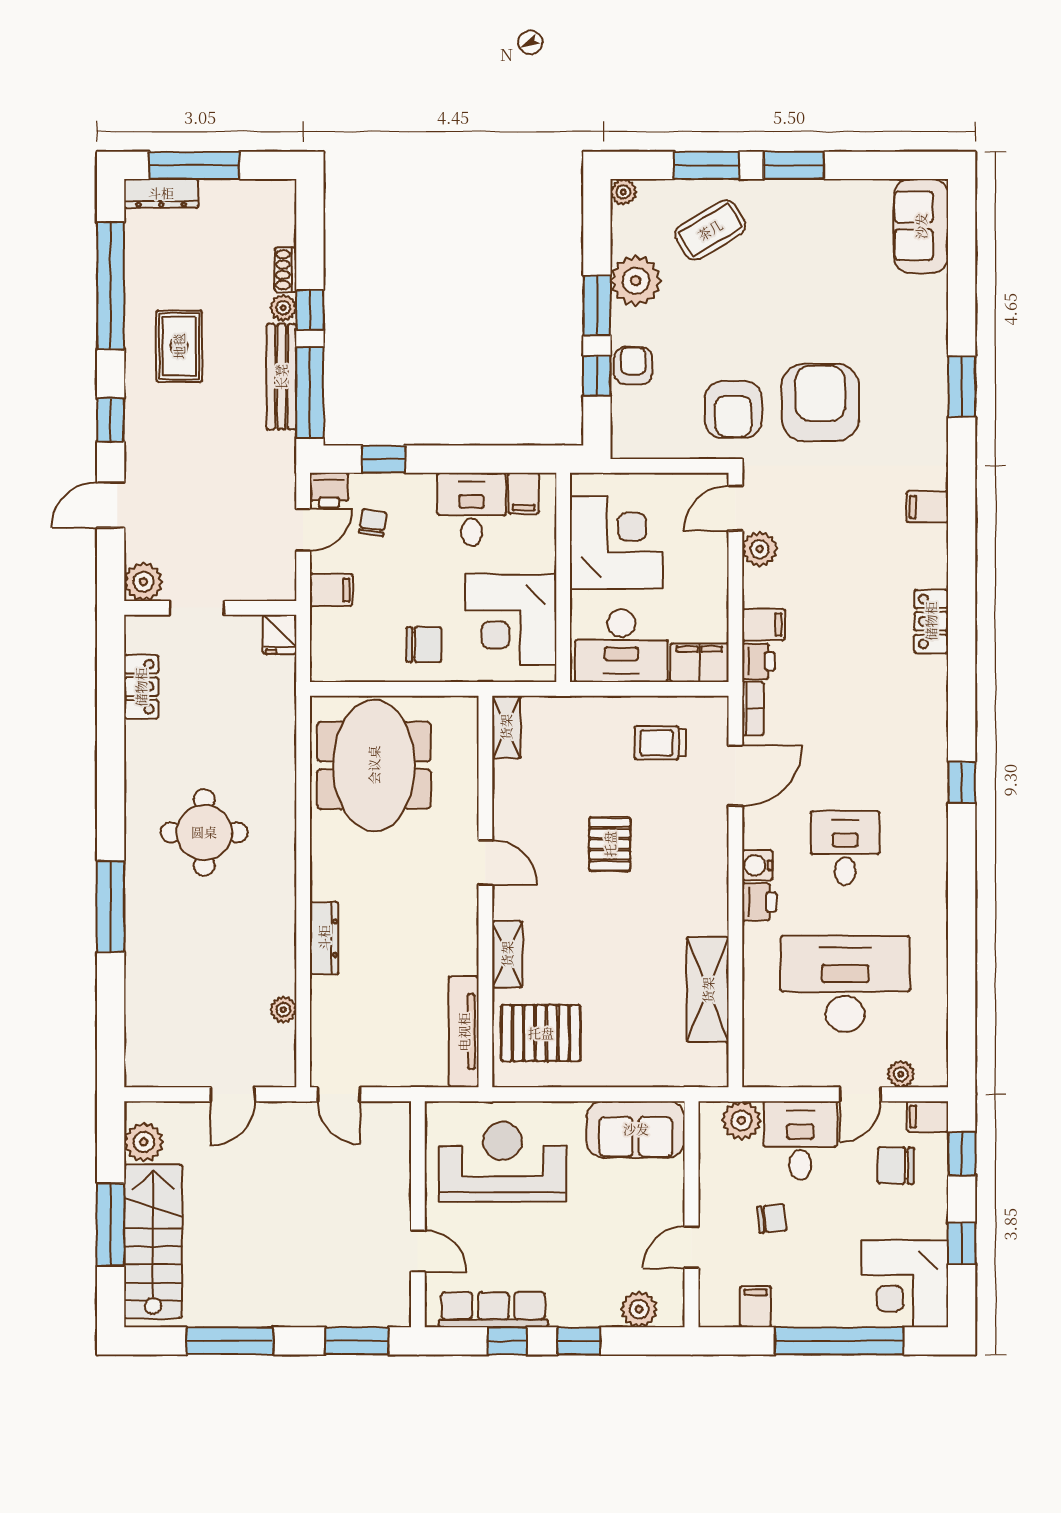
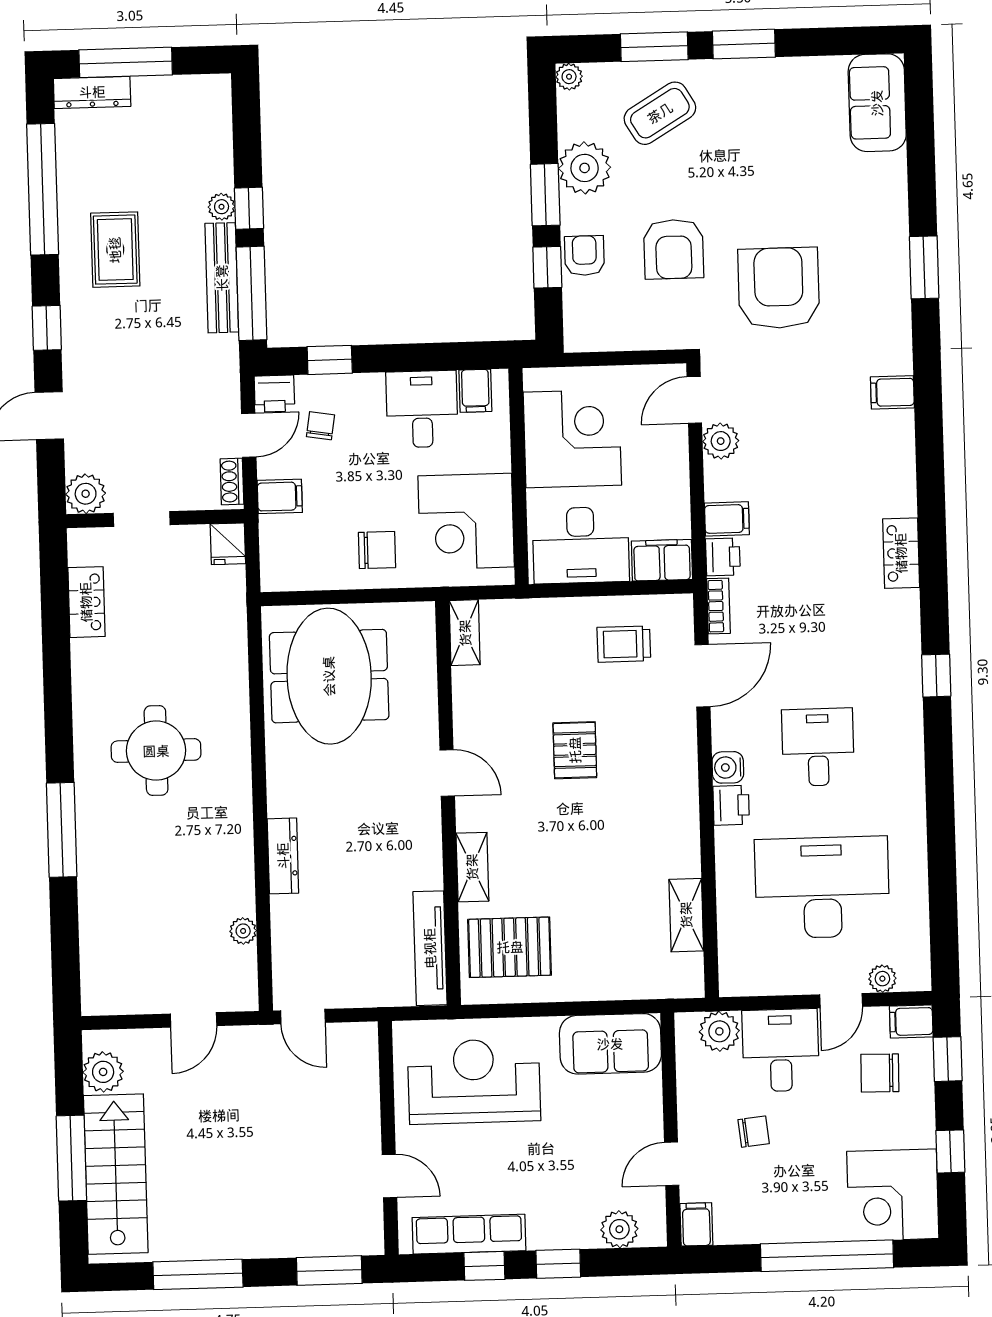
shoe rack: (285, 270) -> (232, 481), moved
armchair: (733, 409) -> (674, 249), moved
locker: (931, 621) -> (901, 553), moved
shelving: (708, 990) -> (686, 915), width x0.67, depth x0.75
filing cabinet: (756, 1307) -> (696, 1224), moved

